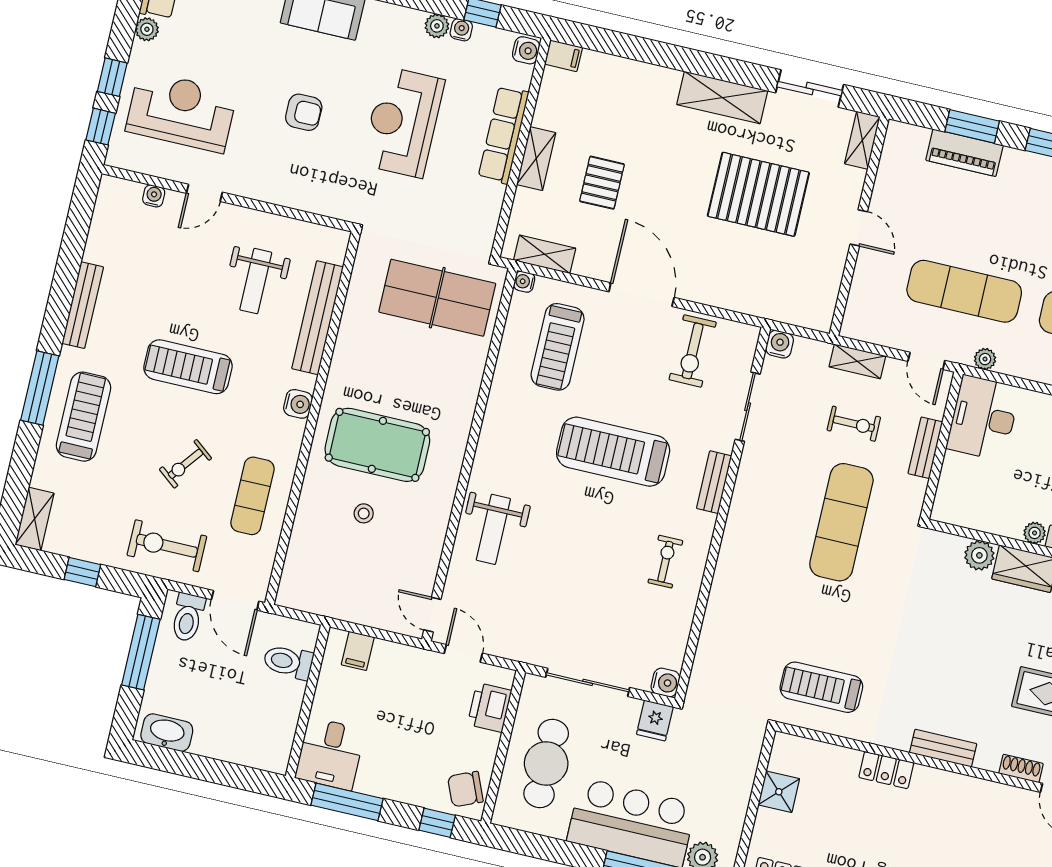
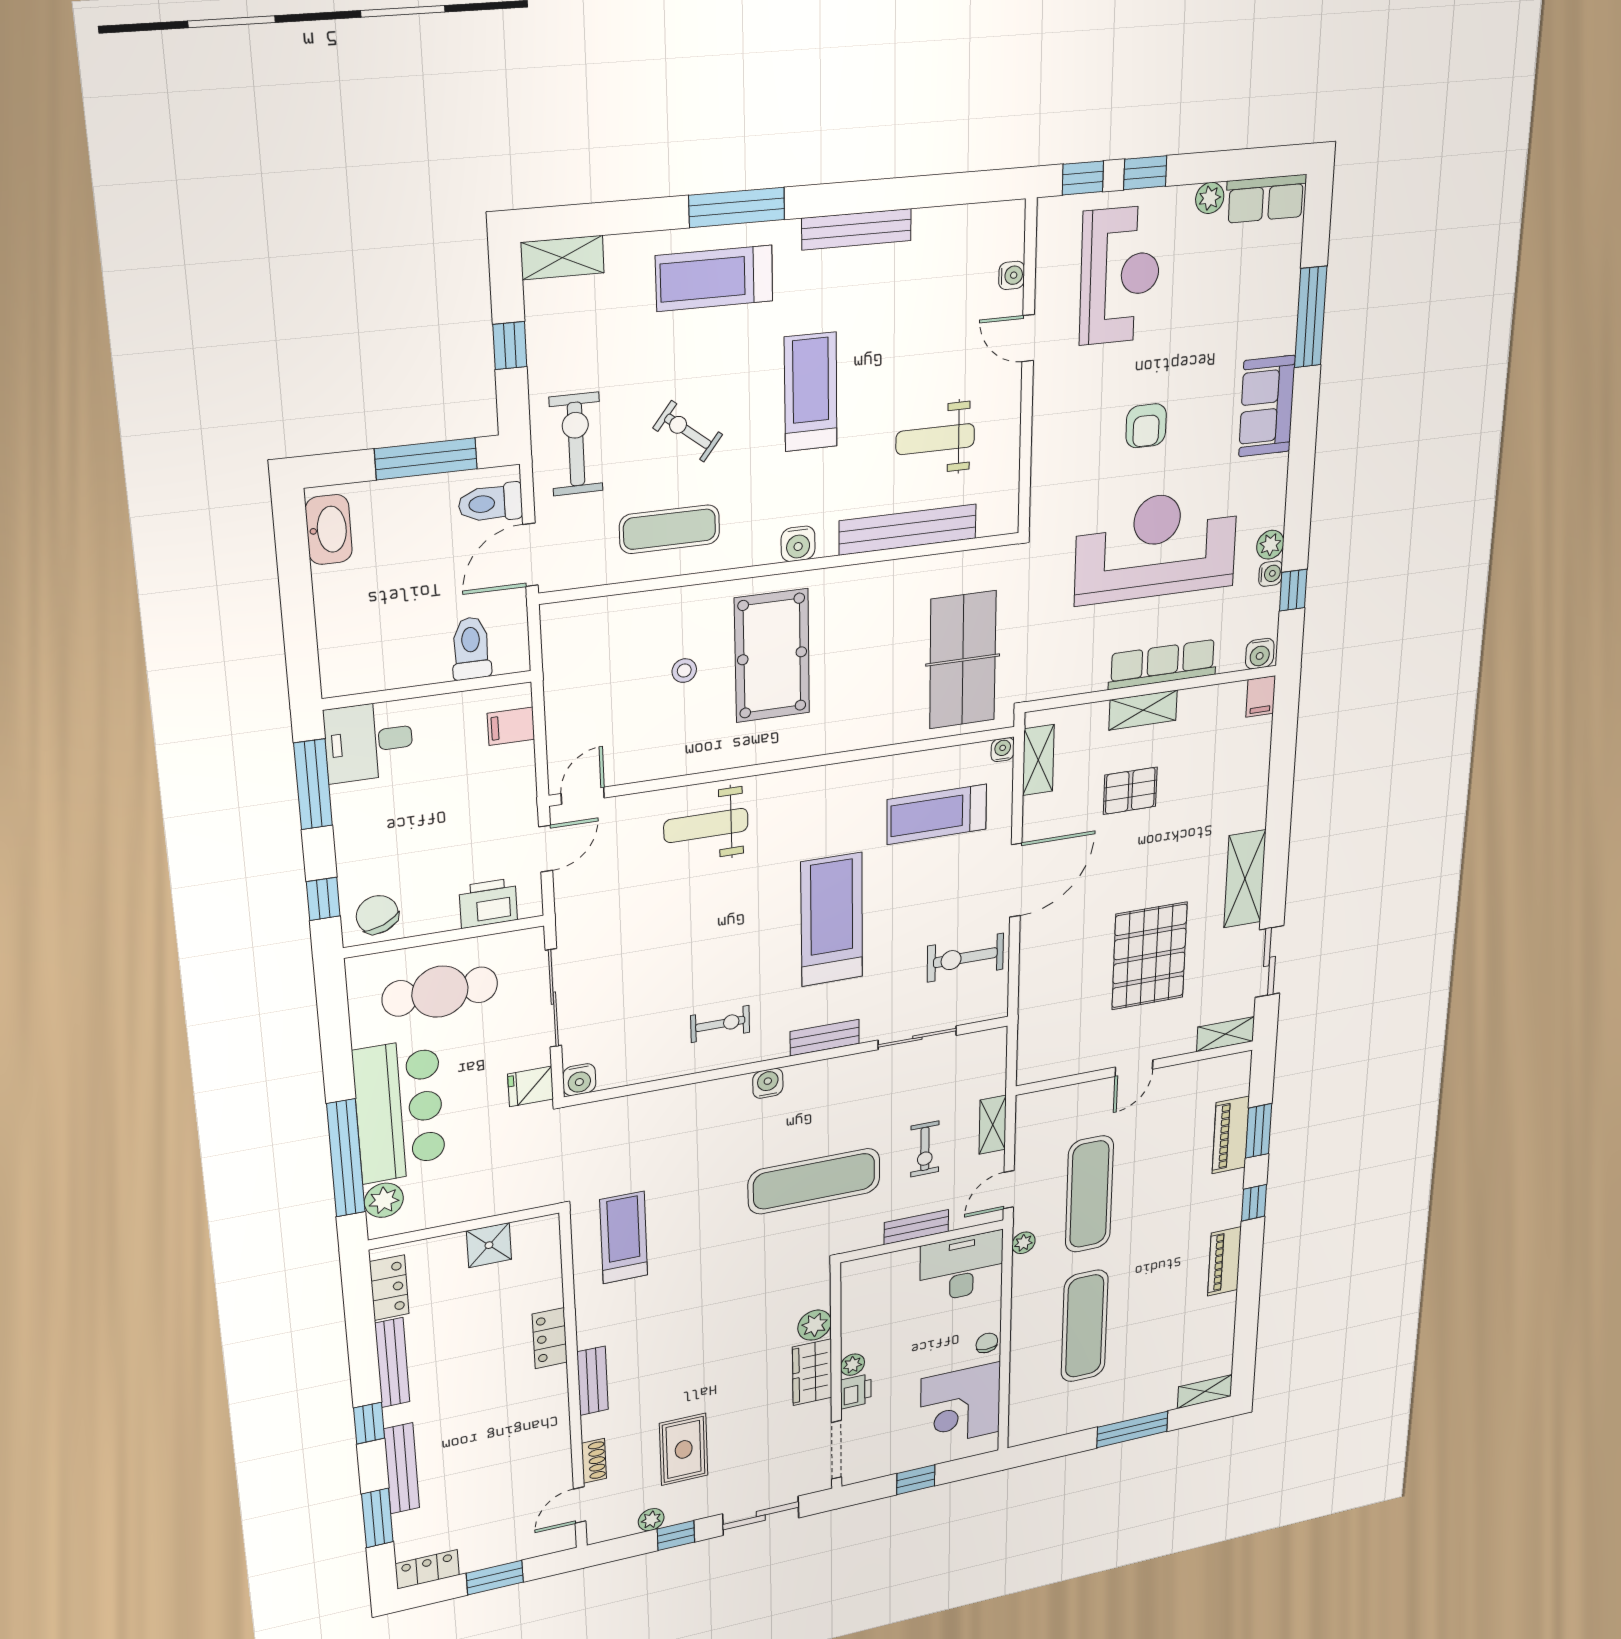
reception desk: (403, 122) -> (1156, 546), width x1.36, depth x1.30
water cooler: (780, 344) -> (768, 1083), moved, turned -90
treadmill: (83, 417) -> (714, 278), turned 180

